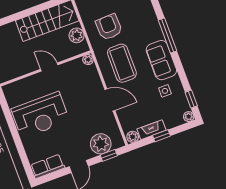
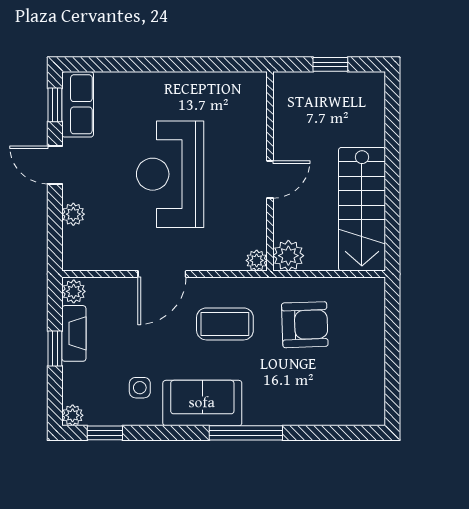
plant: (77, 35) -> (288, 256), moved
coffee table: (122, 63) -> (225, 324), width x0.73, depth x0.76
reception desk: (40, 115) -> (170, 174), moved
plant: (101, 144) -> (73, 214), width x0.53, depth x0.53
window: (109, 155) -> (55, 105), moved

